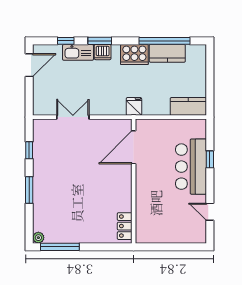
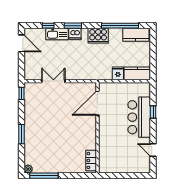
kitchen counter: (167, 53) -> (136, 35), moved
door: (29, 65) -> (21, 43), hinge flipped
fridge: (134, 106) -> (118, 73), moved
window: (29, 150) -> (21, 93), moved

